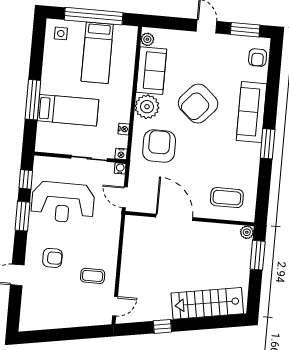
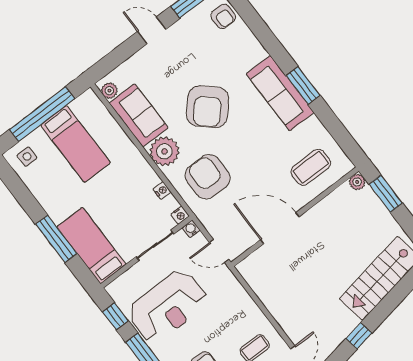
bed: (68, 110) -> (91, 246), moved, turned -90
sofa: (252, 112) -> (280, 93), moved

